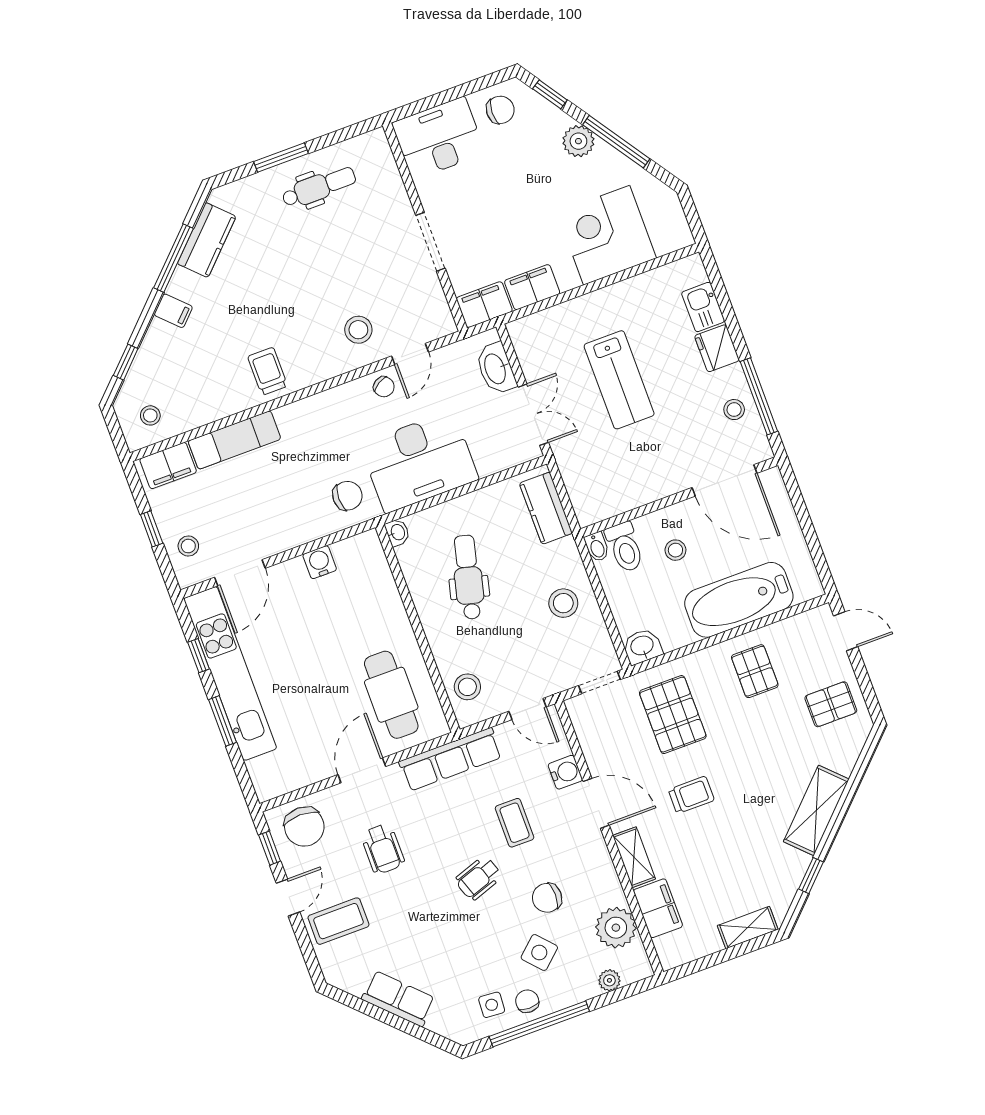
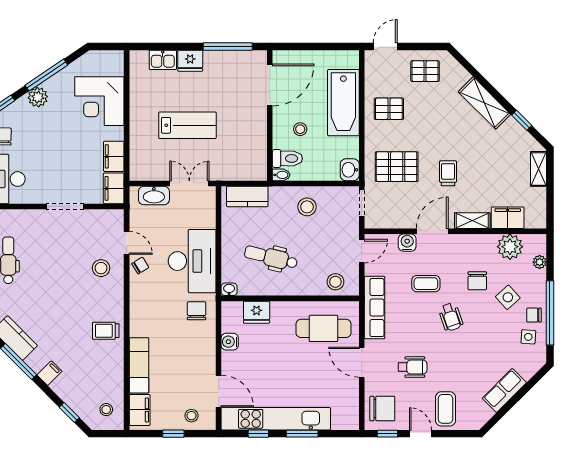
stool: (734, 410) -> (230, 64), removed
fridge: (378, 586) -> (257, 312), added
pallet: (831, 704) -> (425, 71), turned 90

